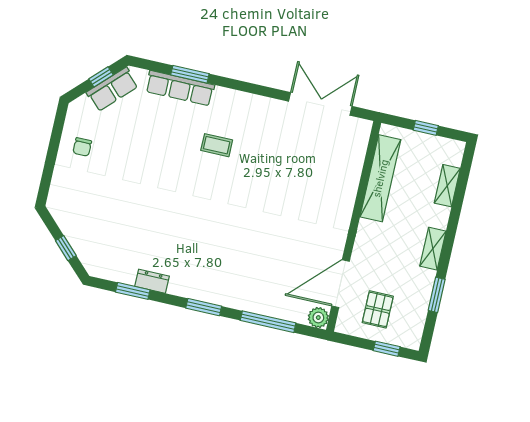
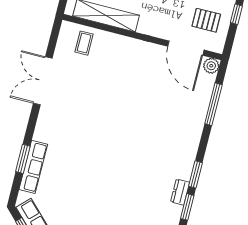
double door: (320, 104) -> (43, 81), moved
coffee table: (217, 145) -> (84, 43), moved
window: (204, 307) -> (196, 174), moved

